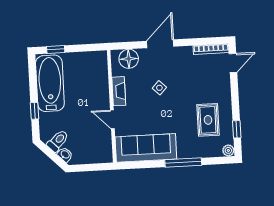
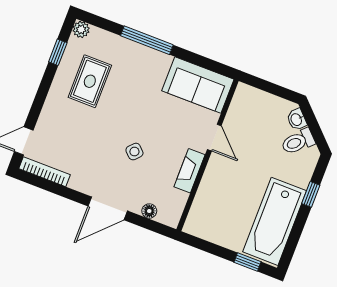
floor lamp: (129, 59) -> (149, 211), width x0.53, depth x0.53
sofa: (146, 148) -> (198, 85), width x0.73

